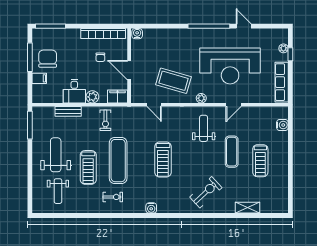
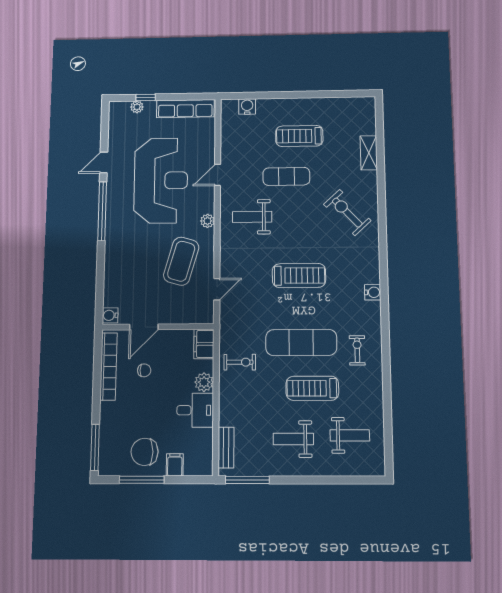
door: (129, 70) -> (144, 327), moved
door: (233, 105) -> (218, 175), swing flipped
bench: (68, 111) -> (226, 448), moved
weight bench: (56, 155) -> (293, 439), width x0.73, depth x0.75
treadmill: (260, 161) -> (299, 136), turned 180
treadmill: (88, 167) -> (312, 388), turned 180

